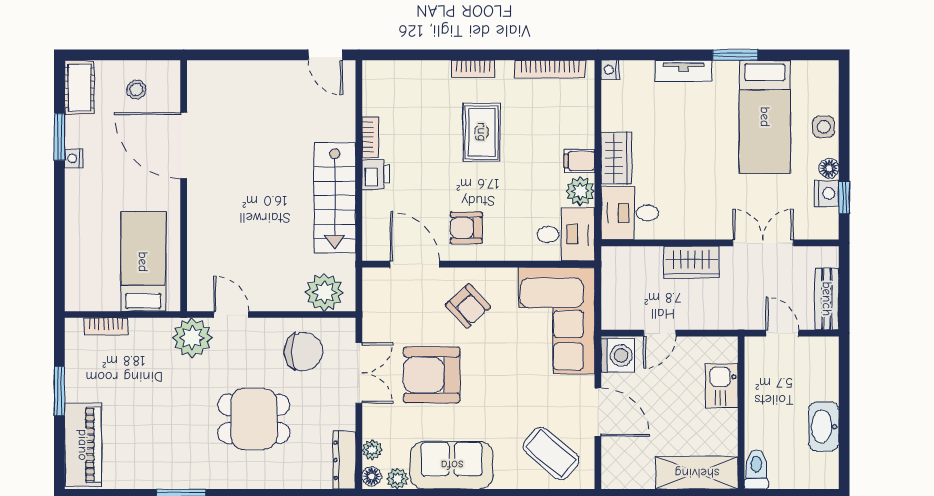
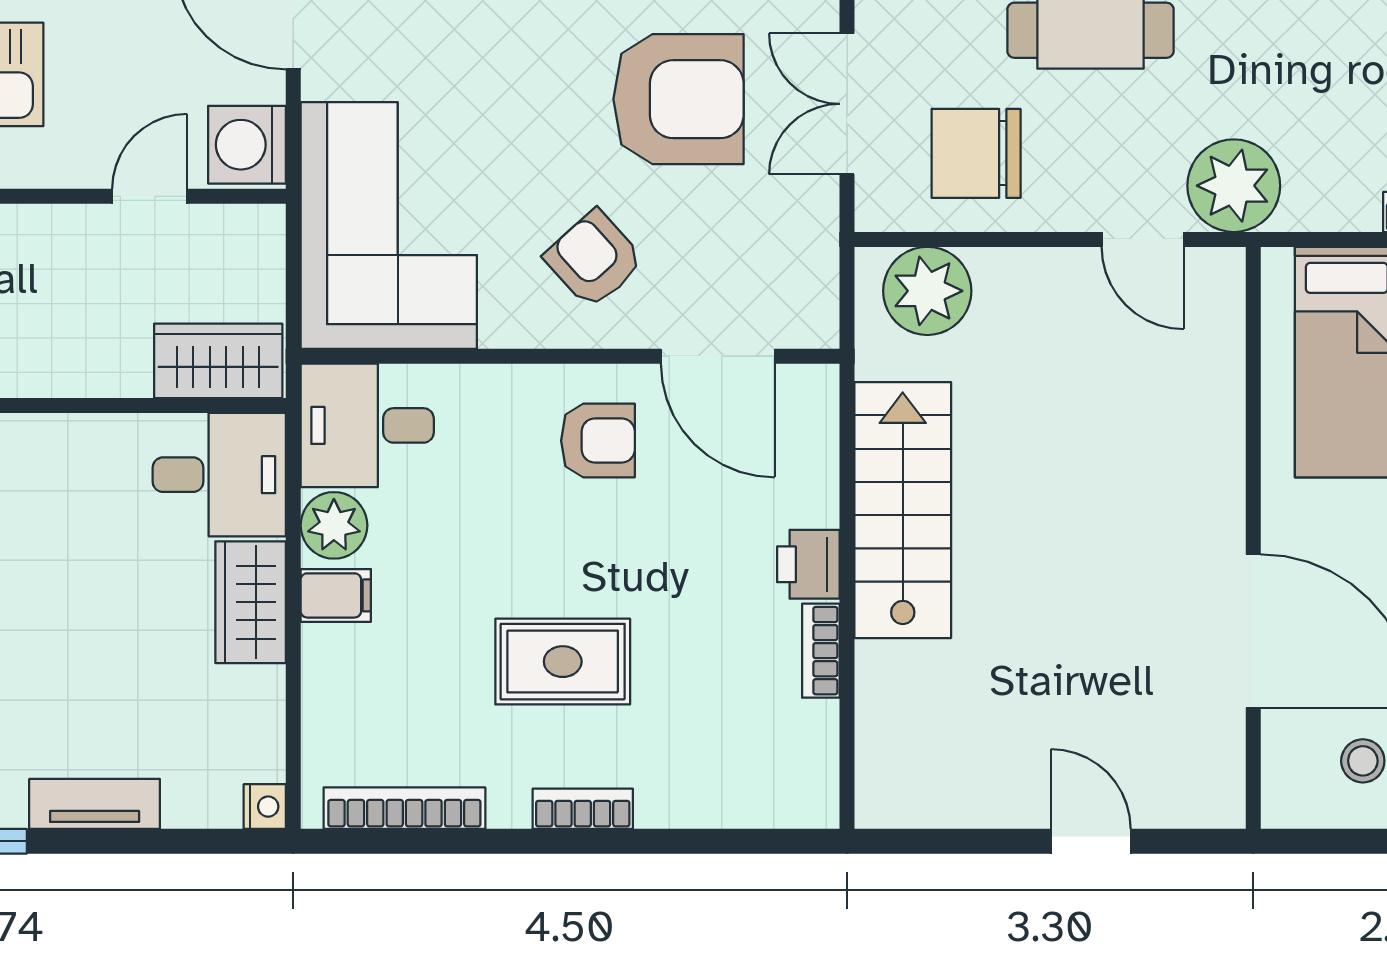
door: (325, 55) -> (1091, 841), moved
rug: (482, 132) -> (563, 662), turned 90
wardrobe: (691, 262) -> (218, 361), moved

